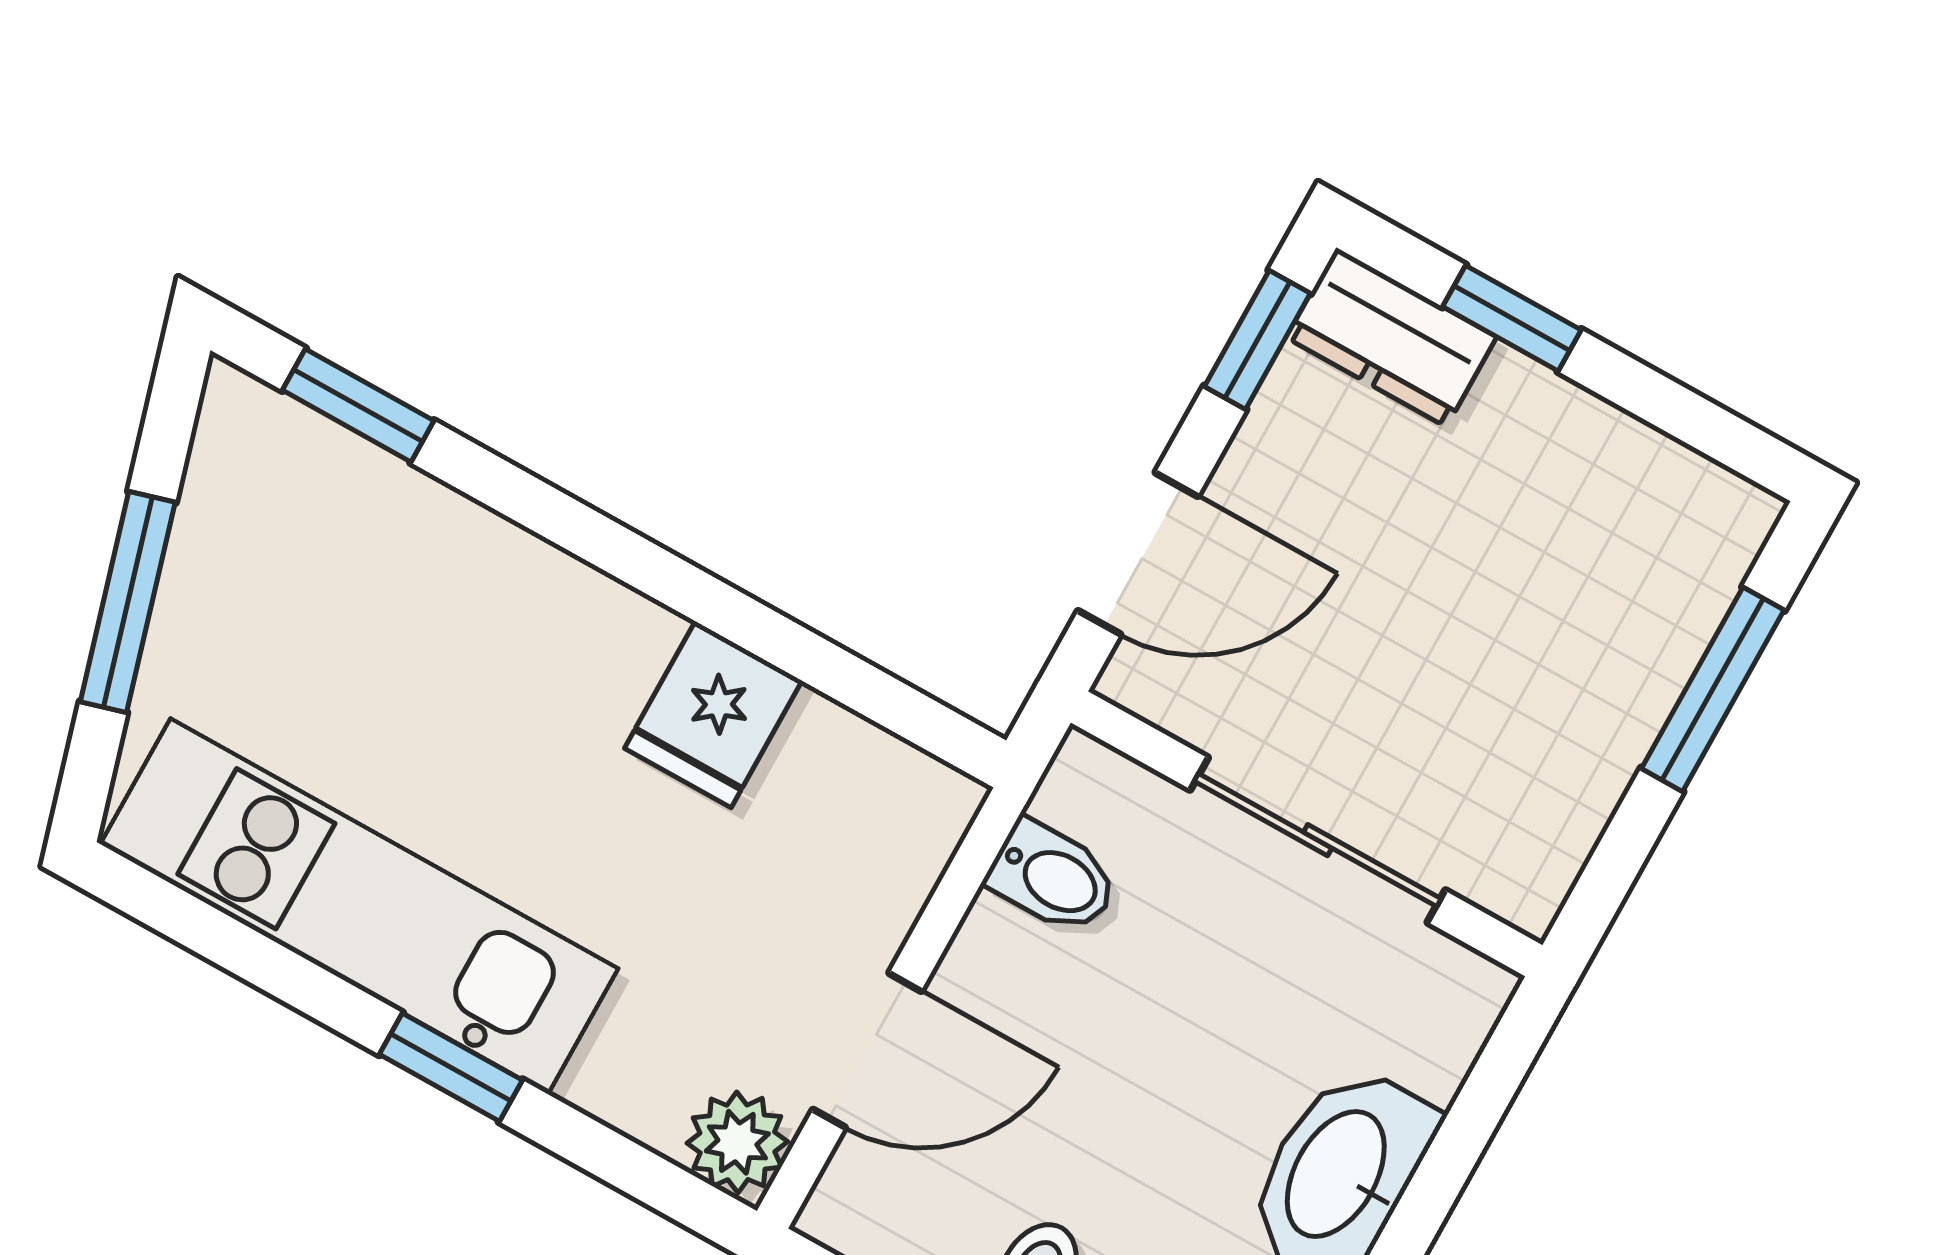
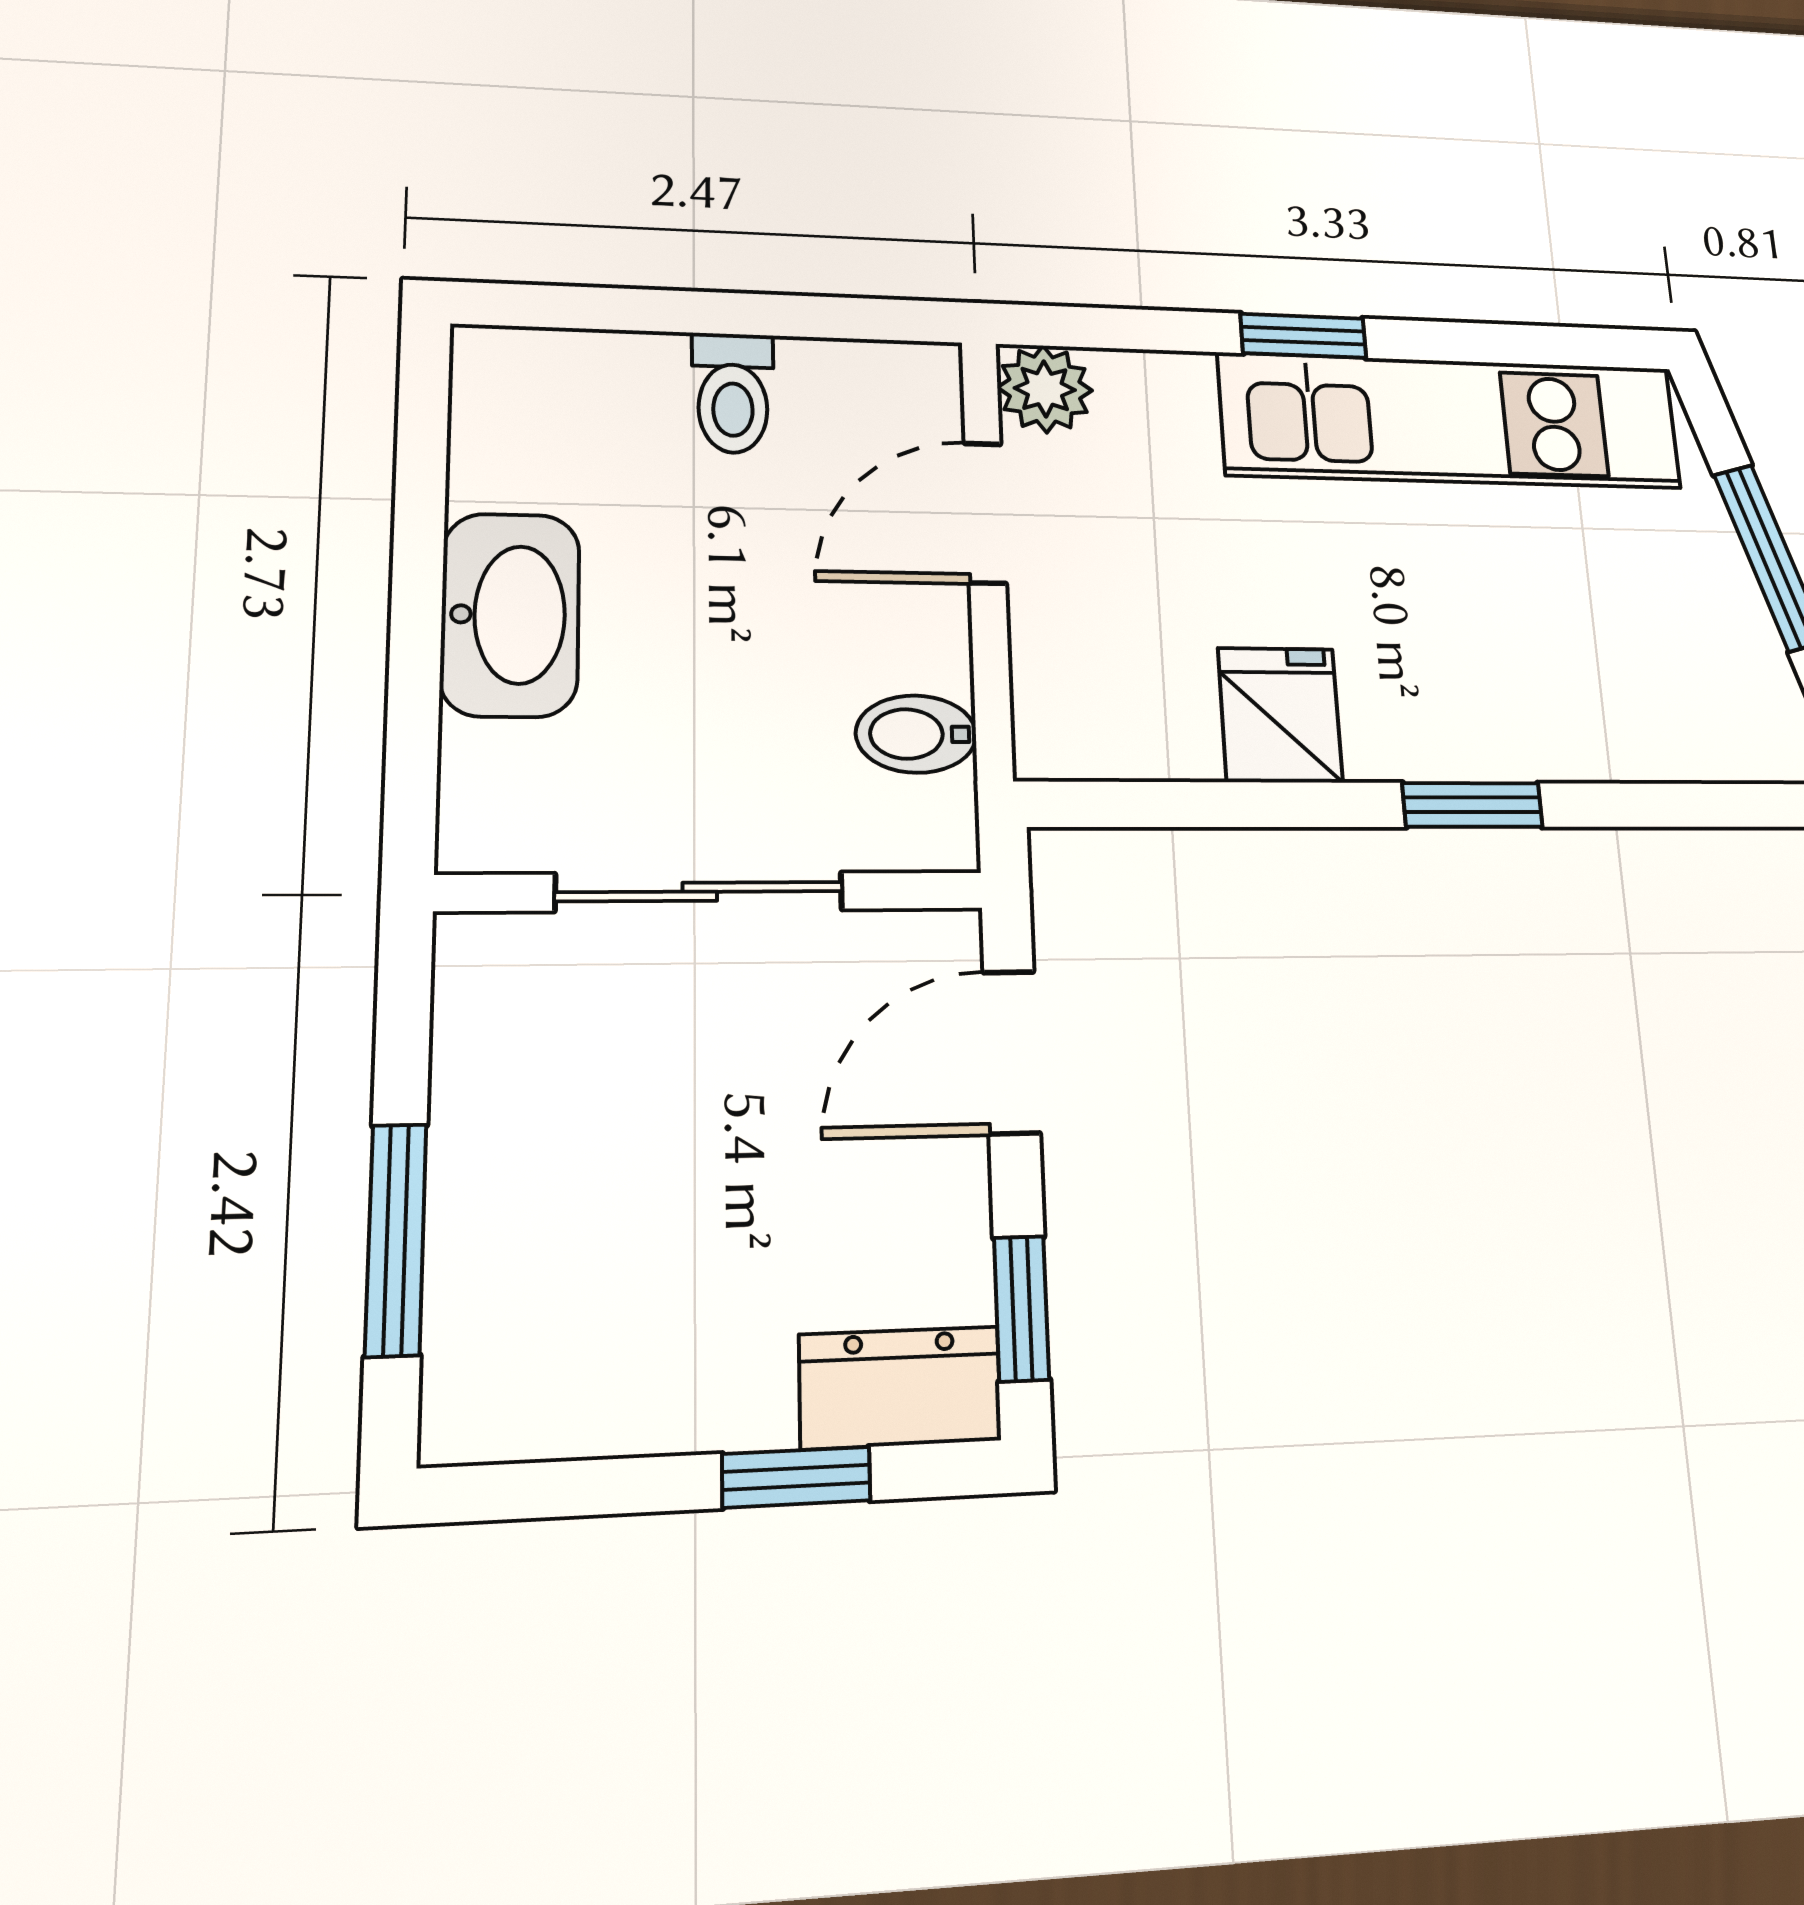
window: (358, 405) -> (1473, 805), moved

